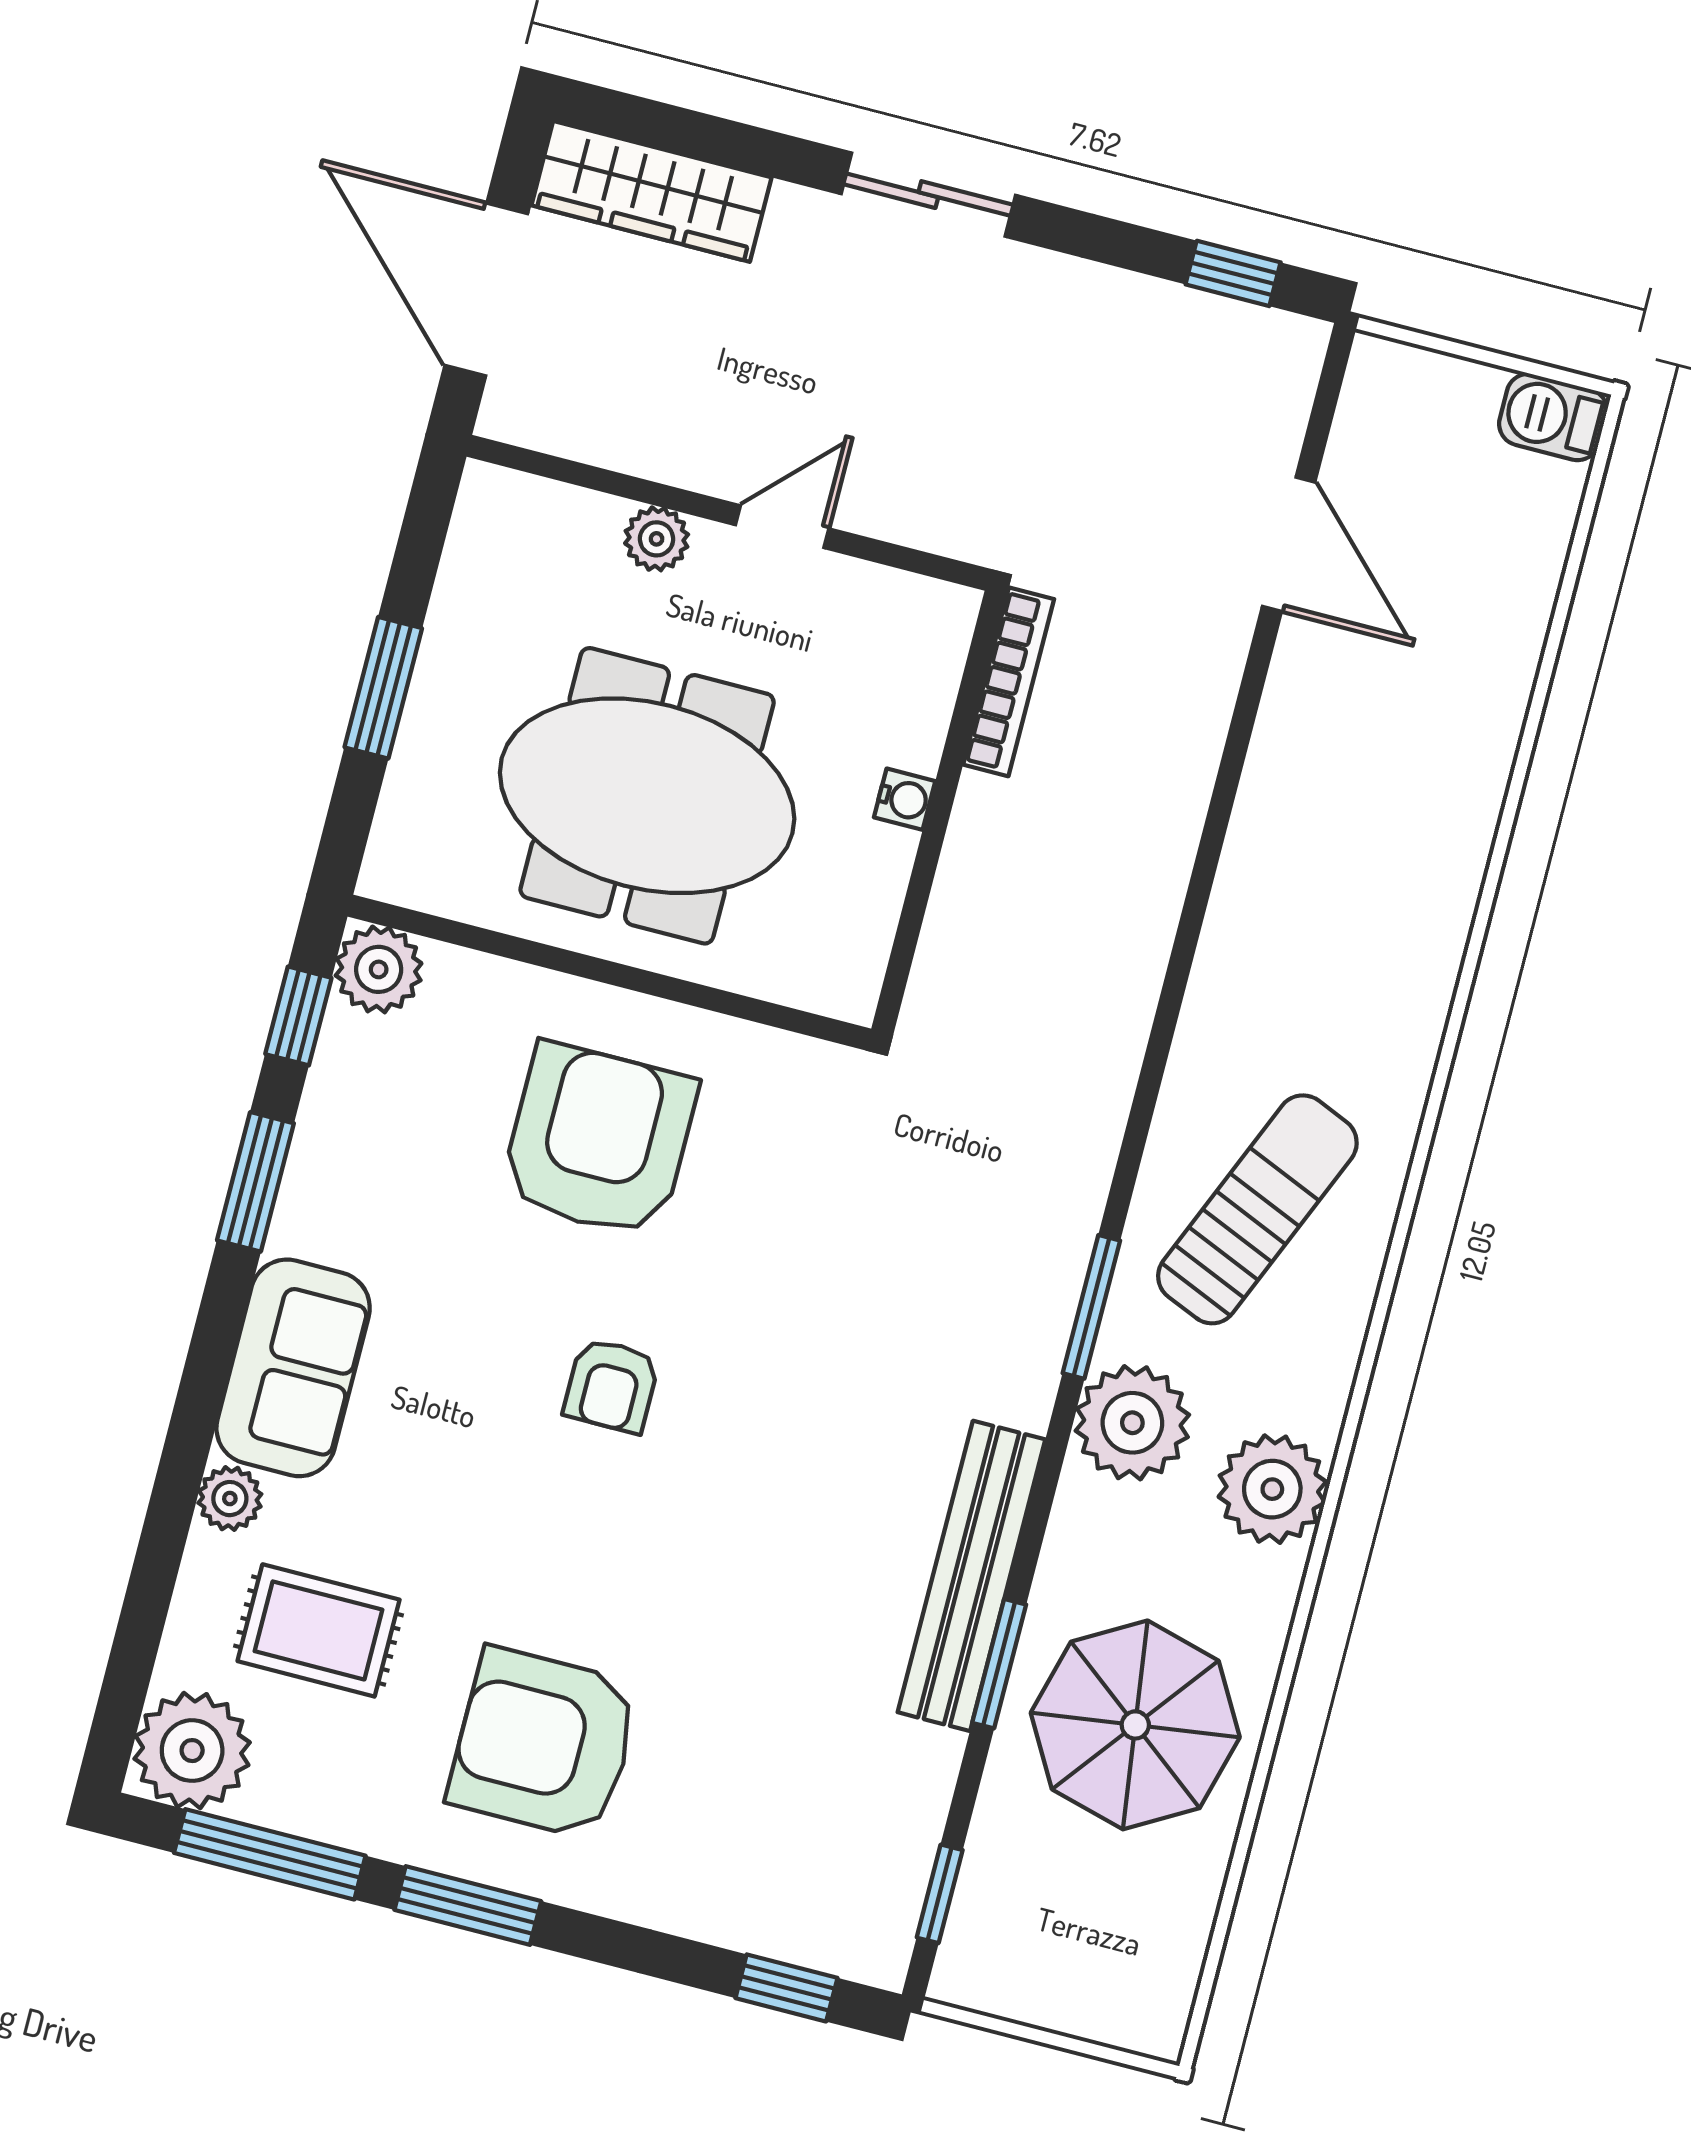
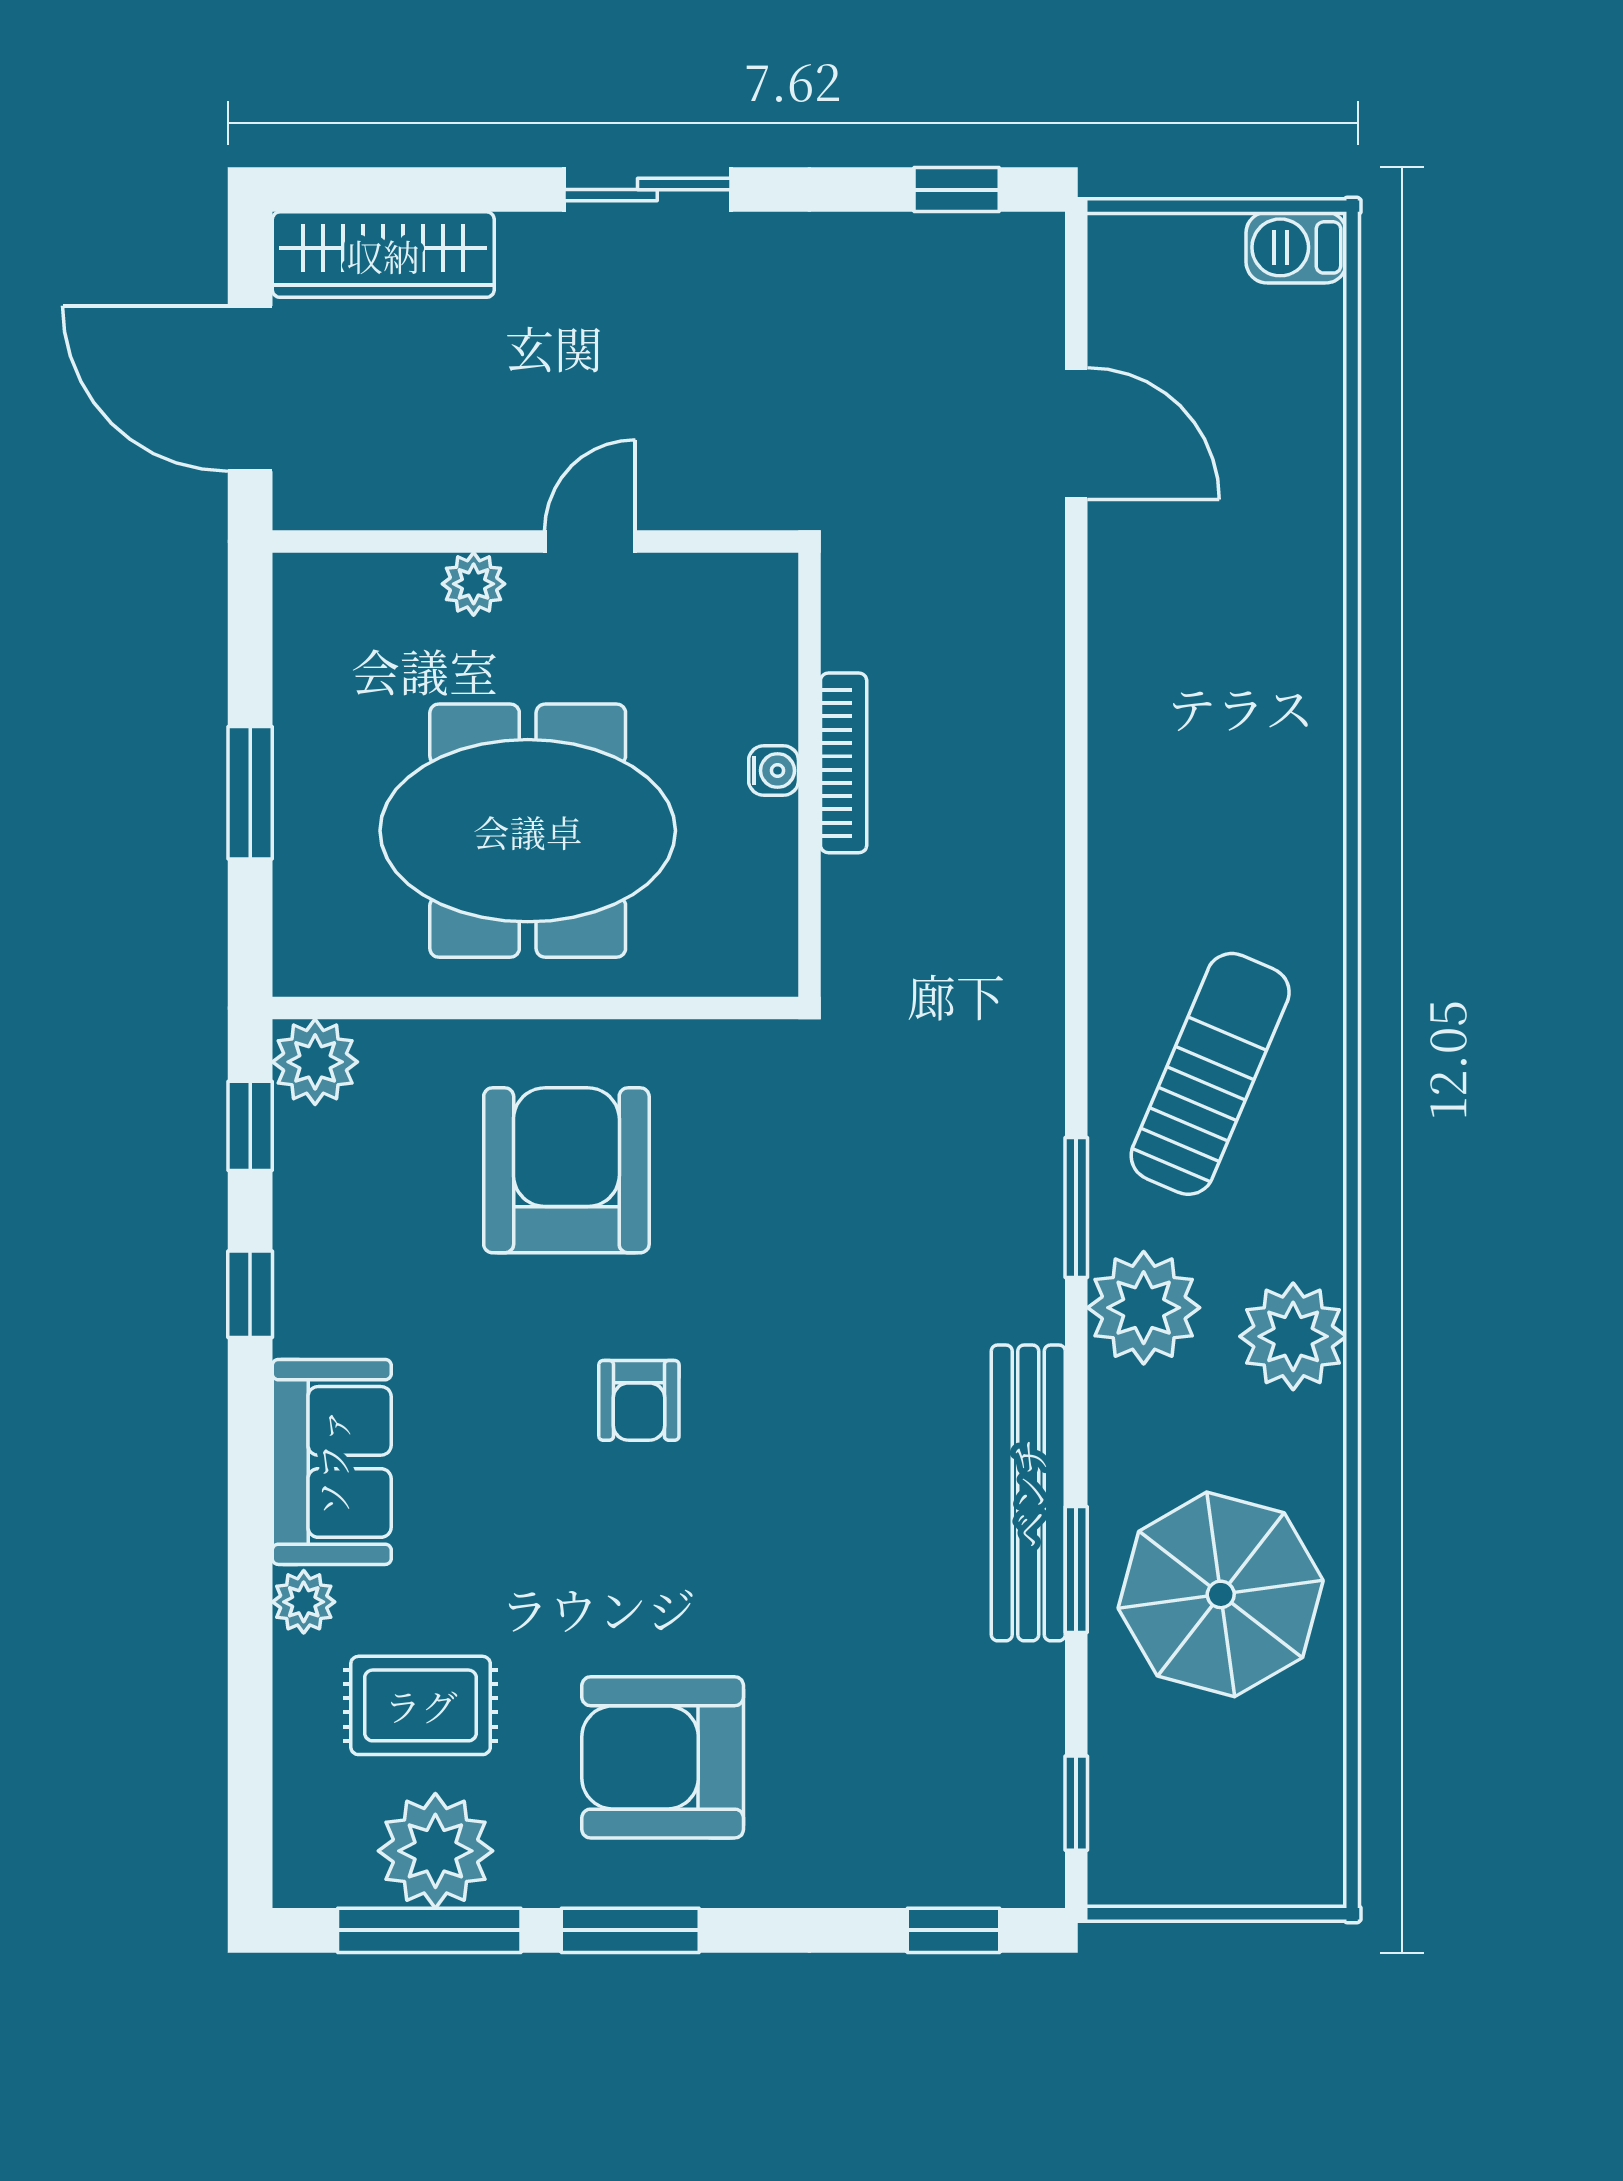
bookcase: (1009, 682) -> (844, 763), moved
window: (255, 1182) -> (250, 1294), width x0.67
plant: (192, 1751) -> (435, 1851), moved

